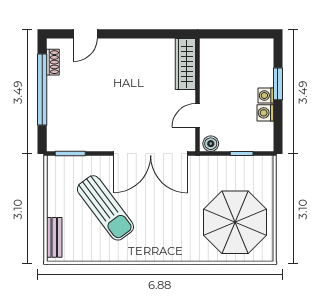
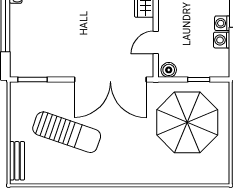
sun lounger: (105, 208) -> (67, 132), turned -34
parasol: (235, 222) -> (187, 122), moved

